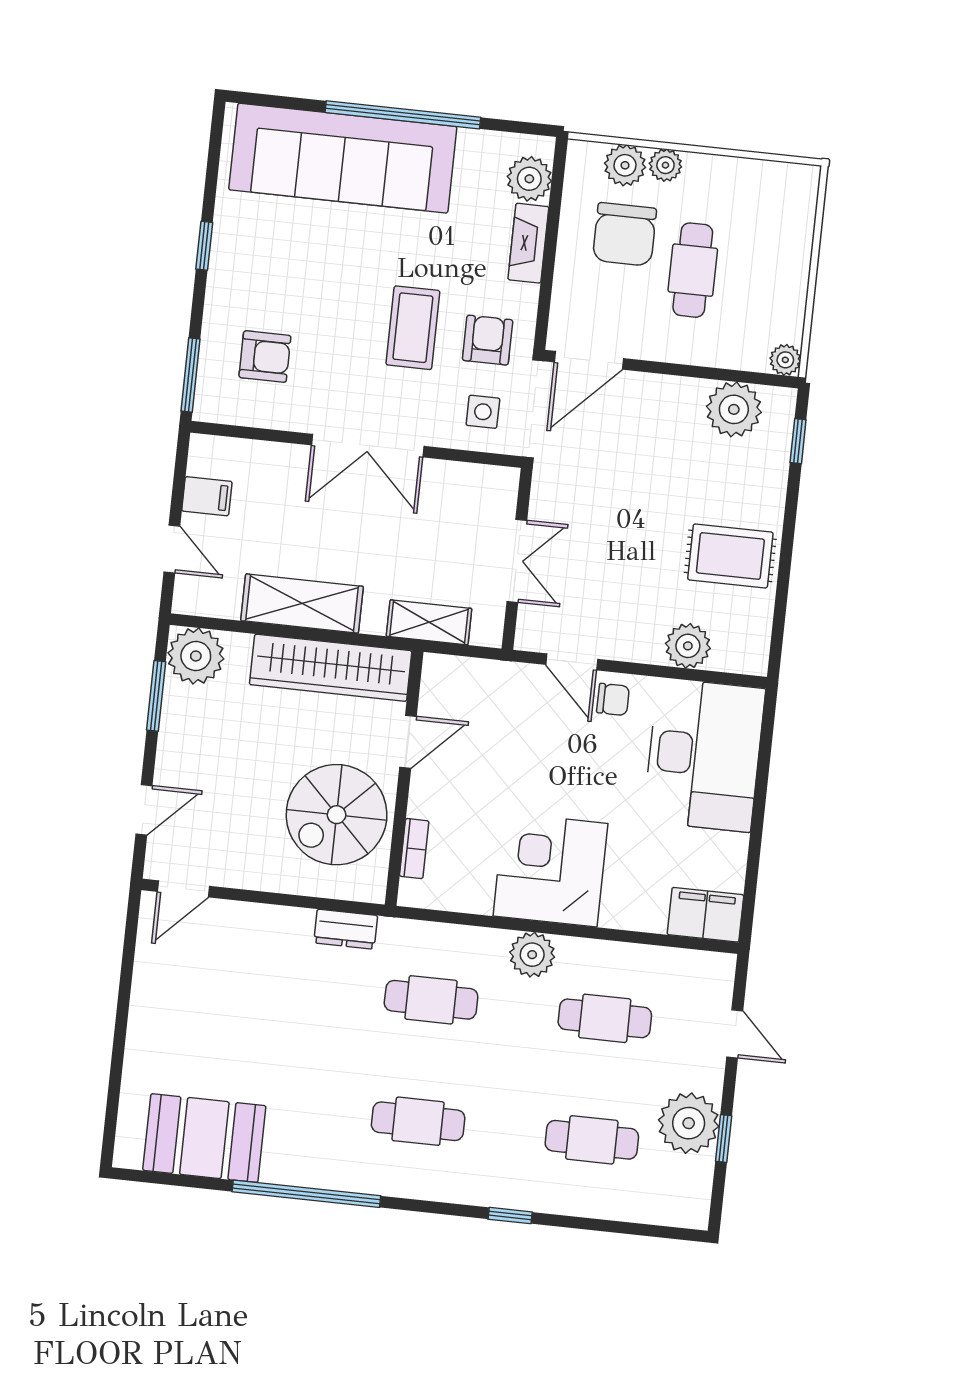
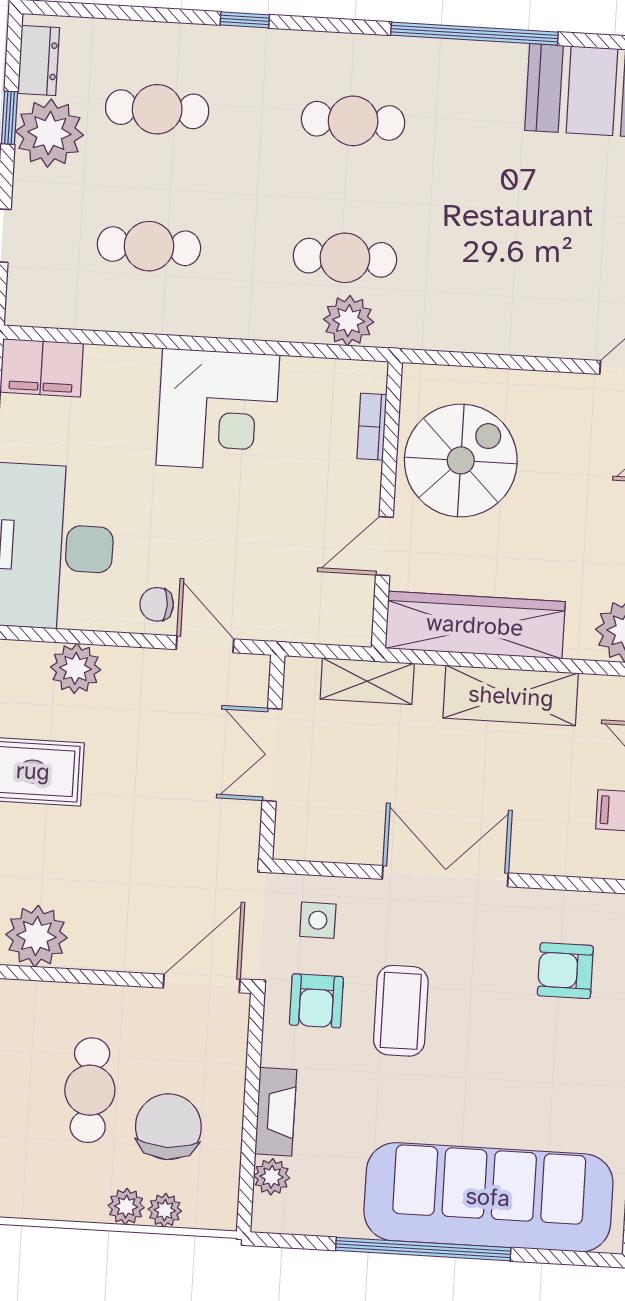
plant: (625, 165) -> (165, 1210), width x0.73, depth x0.73
plant: (529, 179) -> (272, 1177), width x0.73, depth x0.73
dresser: (346, 929) -> (39, 60), moved, turned 90
plant: (532, 955) -> (349, 321), moved

